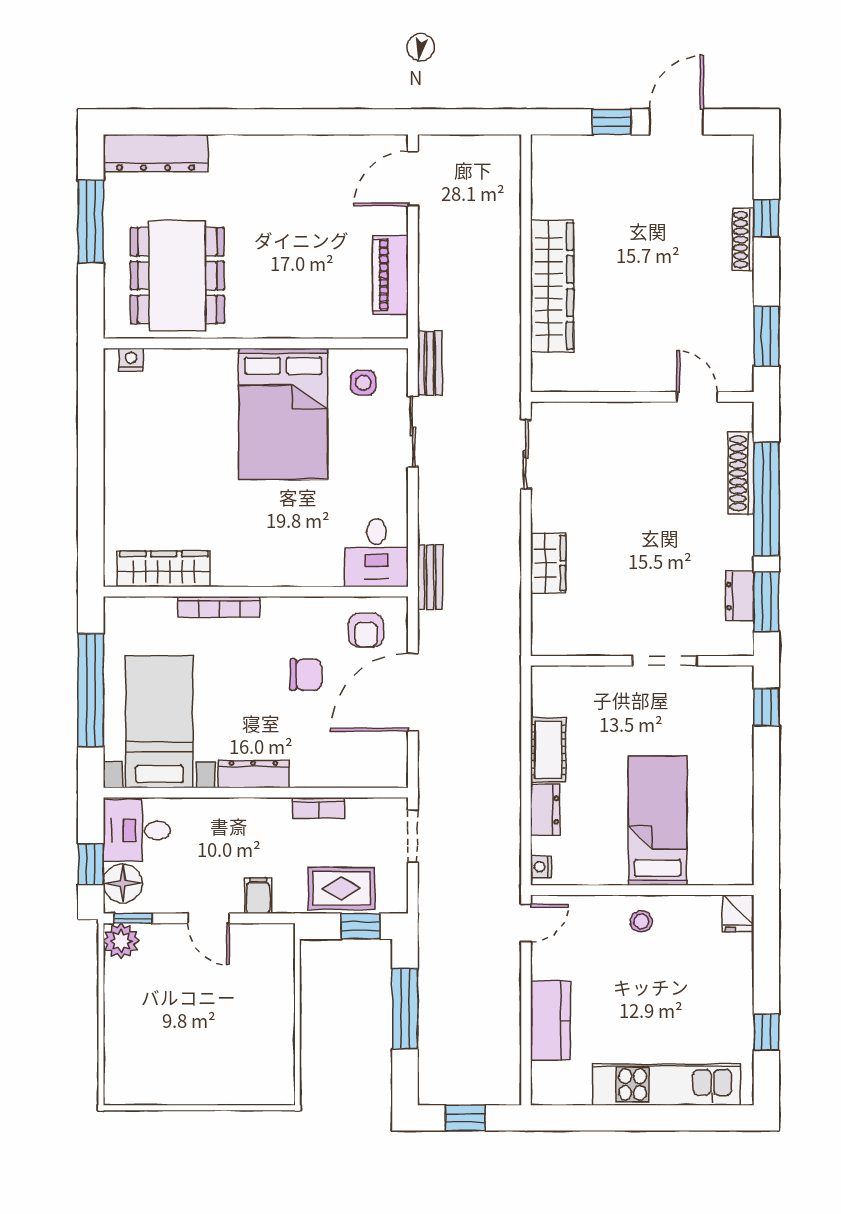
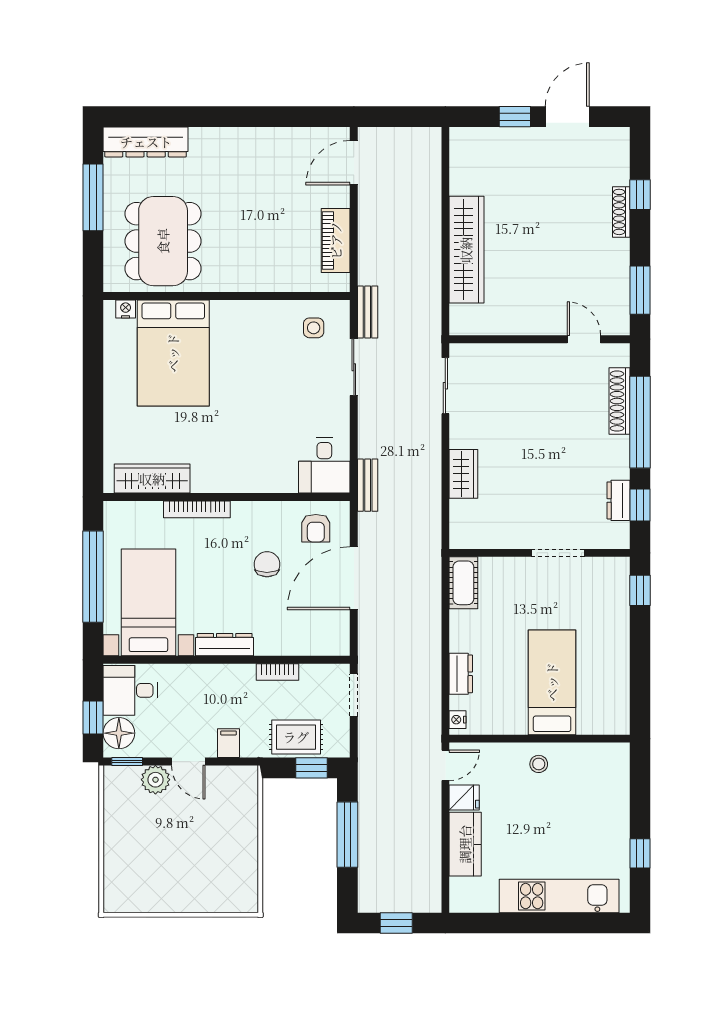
bed: (283, 414) -> (173, 353), moved
window: (766, 601) -> (640, 505), width x0.67
chair: (306, 675) -> (267, 564), turned -90
cot: (548, 750) -> (463, 583), moved
fridge: (738, 913) -> (464, 798), moved, turned -90
plant: (121, 941) -> (155, 780), moved

